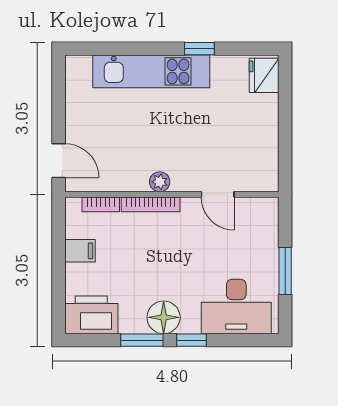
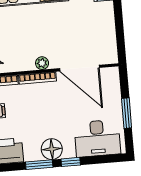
door: (218, 194) -> (80, 68), width x1.87

